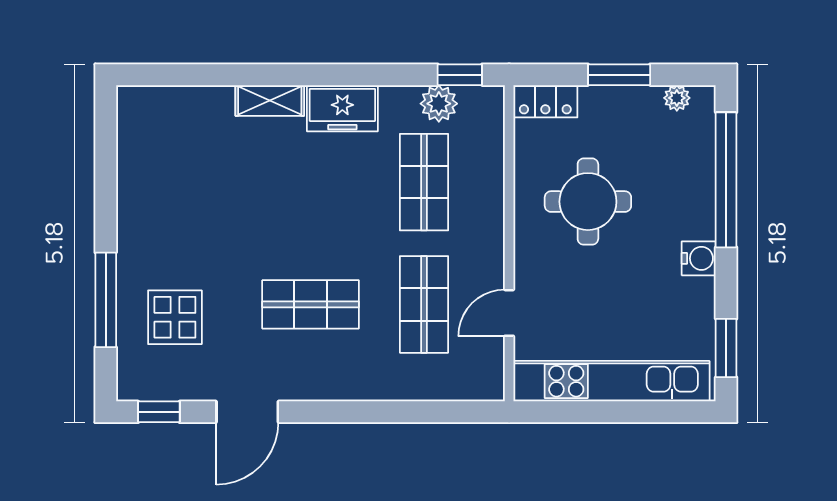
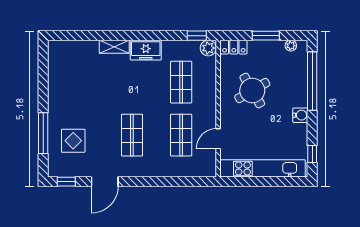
plant: (439, 104) -> (208, 48), moved
round table: (588, 202) -> (252, 91), turned -30
shop shelf: (311, 304) -> (132, 135), turned 90
window: (726, 348) -> (312, 154), width x0.67

